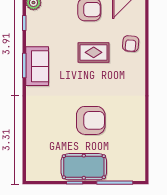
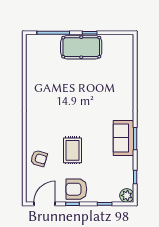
armchair: (131, 44) -> (39, 158), turned 102
rug: (94, 52) -> (72, 150), turned 90
armchair: (91, 120) -> (75, 89), removed

